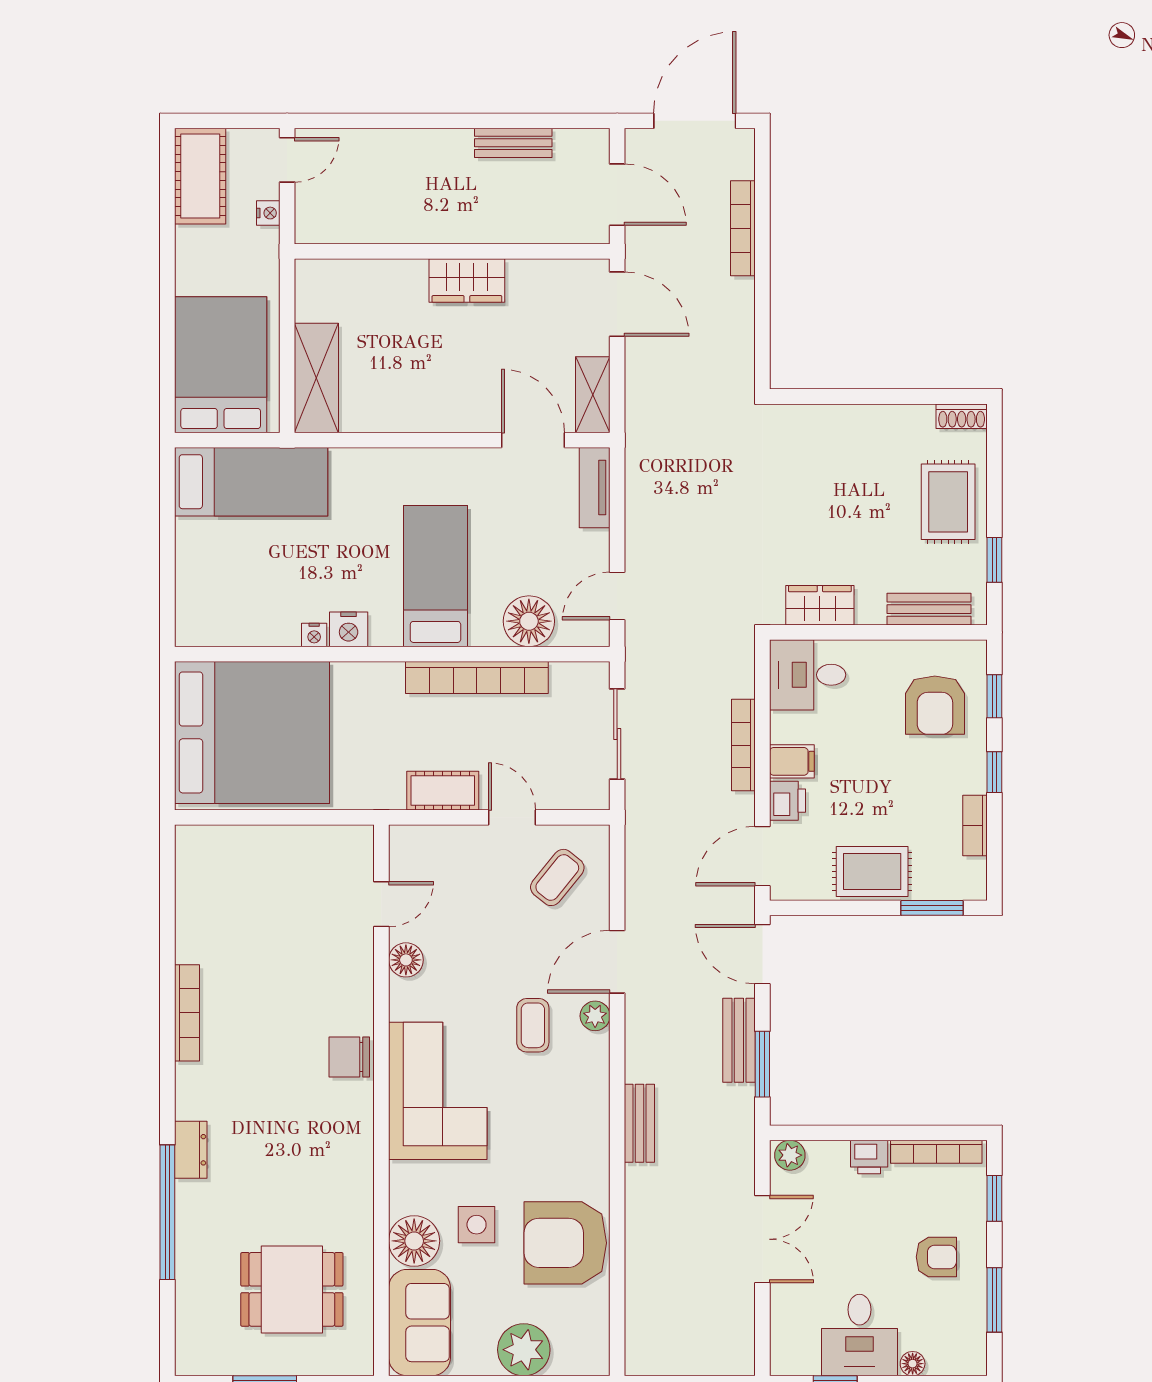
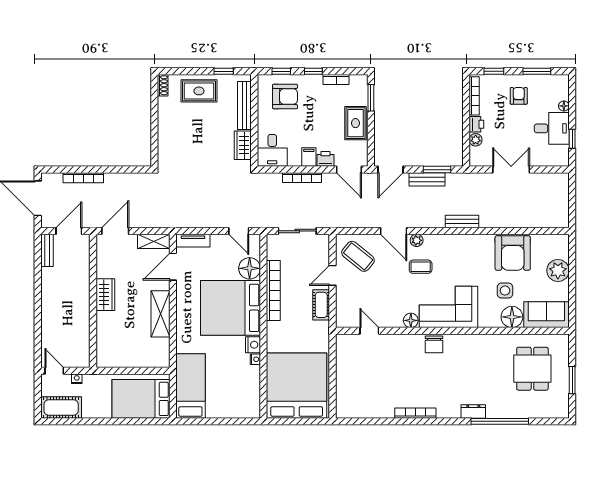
bench: (513, 143) -> (47, 250), moved
shelving: (316, 378) -> (160, 314), moved, turned 90
bed: (435, 576) -> (230, 308), width x2.04
bench: (929, 609) -> (244, 105), width x1.36
coffee table: (557, 877) -> (358, 256), width x1.36, depth x1.30
floor lamp: (406, 960) -> (411, 320), moved
plant: (790, 1155) -> (476, 140), moved

